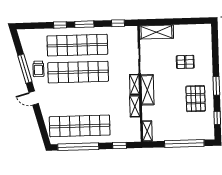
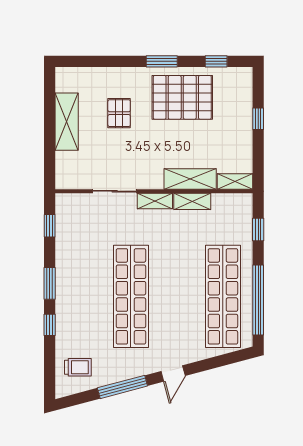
shelving: (156, 32) -> (67, 122), moved
shop shelf: (77, 45) -> (85, 296), removed
trolley: (38, 69) -> (78, 367), moved
shelving: (147, 90) -> (190, 179), moved
pallet: (196, 99) -> (182, 97), width x1.37, depth x1.41
window: (184, 144) -> (258, 119), width x0.32

